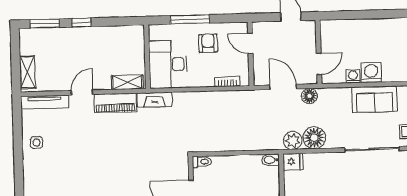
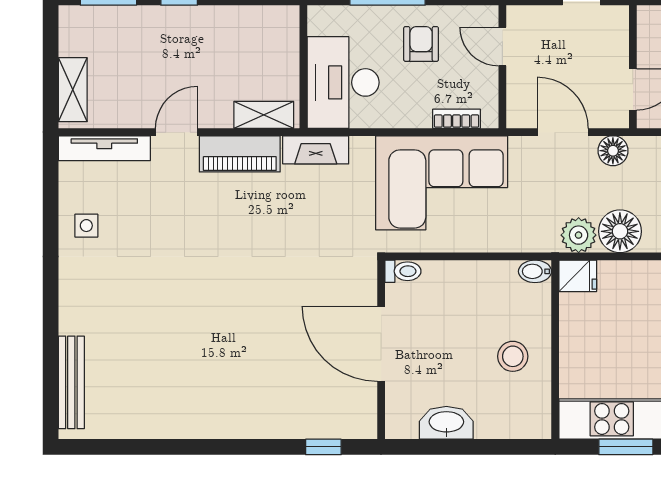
corner sofa: (221, 115) -> (442, 183), added

